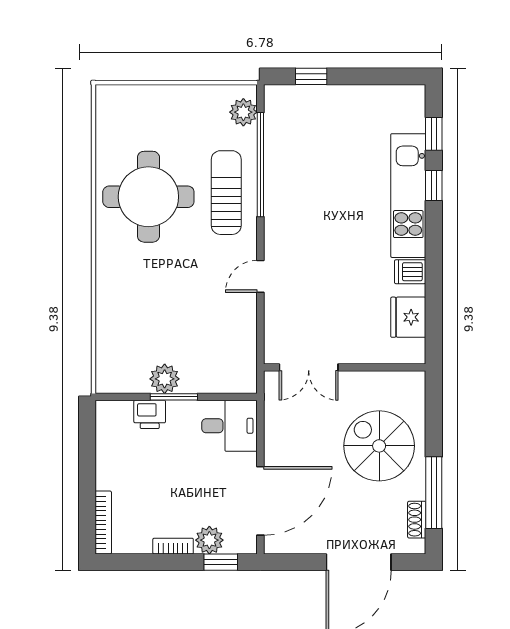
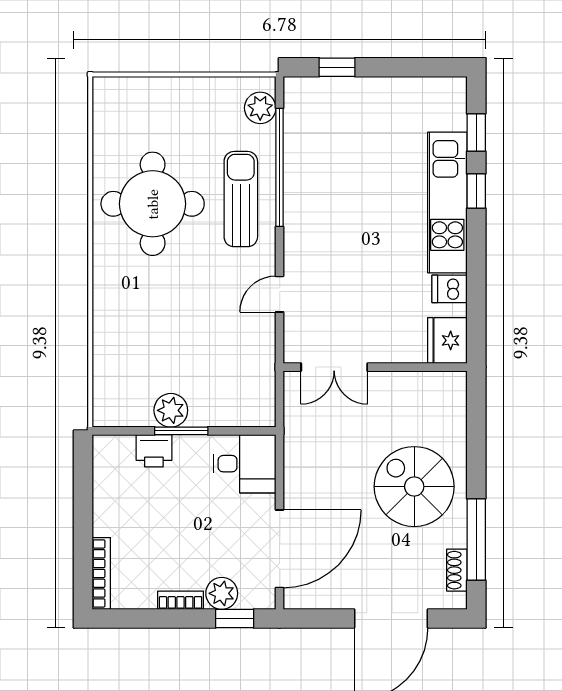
double door: (309, 367) -> (334, 367), moved
wall: (345, 367) -> (375, 367), moved

